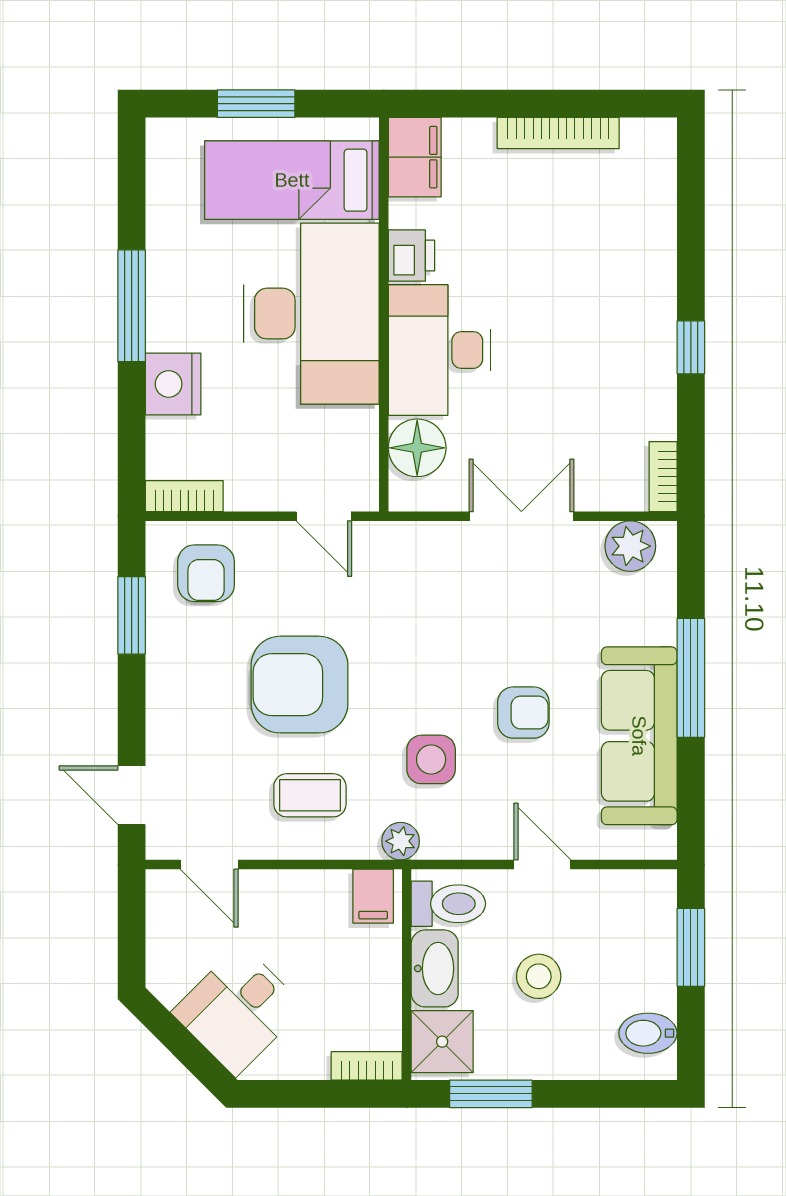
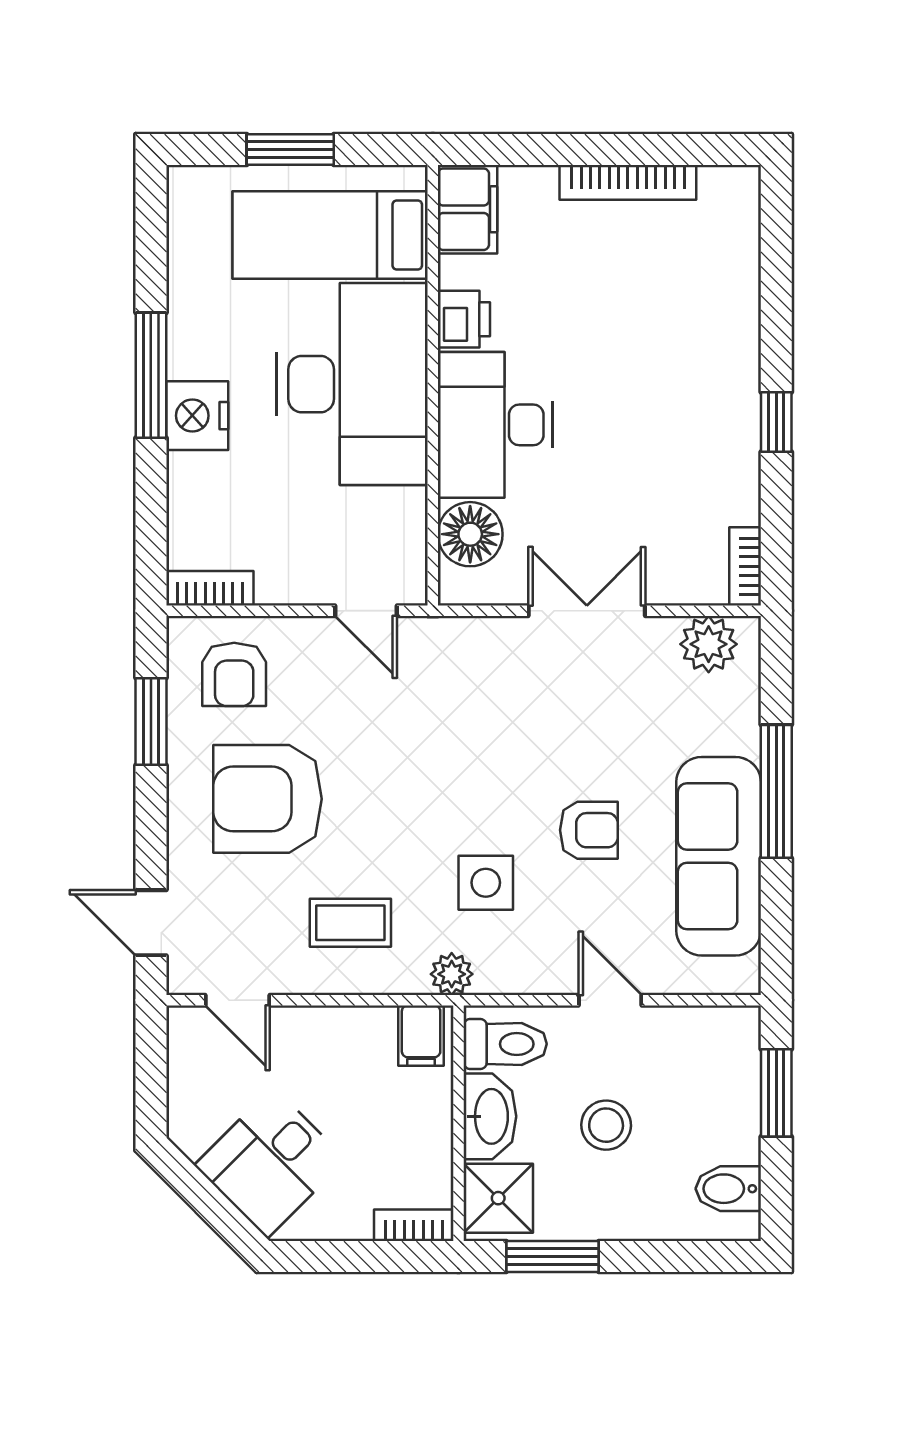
nightstand: (173, 384) -> (197, 416), moved
armchair: (299, 685) -> (268, 799), moved

